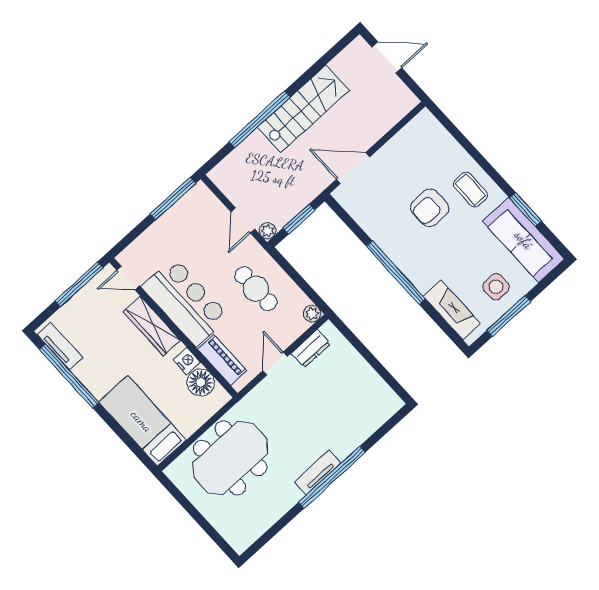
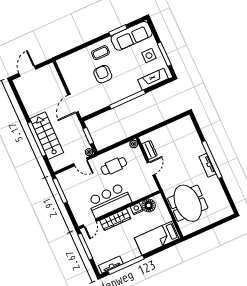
stairs: (303, 109) -> (47, 136), moved
armchair: (430, 208) -> (103, 74), turned 180
piano: (222, 360) -> (141, 192), removed
door: (275, 364) -> (151, 169), swing flipped

